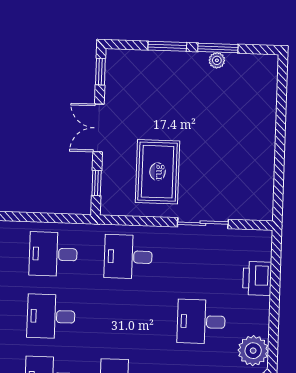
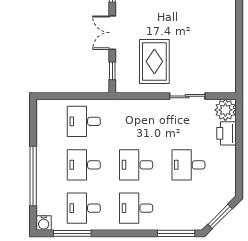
desk: (128, 257) -> (136, 165), moved
plant: (253, 351) -> (225, 110), moved

